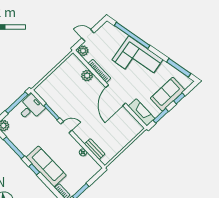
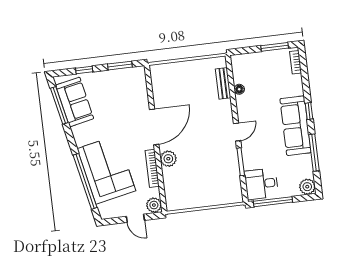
corner sofa: (137, 60) -> (106, 170), moved
plant: (87, 76) -> (168, 159), moved
sofa: (168, 94) -> (75, 102), moved, turned -102
fireplace: (141, 112) -> (139, 86), removed
door: (66, 127) -> (237, 132), swing flipped
sofa: (46, 166) -> (296, 126), moved

